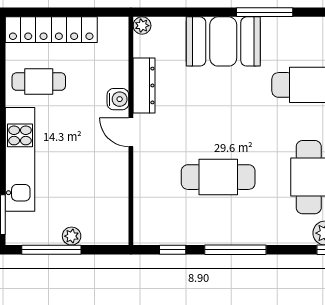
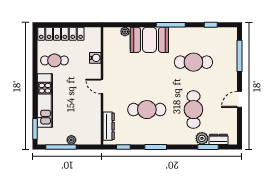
plant: (142, 26) -> (125, 32), moved
dresser: (144, 85) -> (109, 126), moved
water cooler: (118, 99) -> (95, 58), moved
window: (235, 250) -> (156, 147), width x0.69

